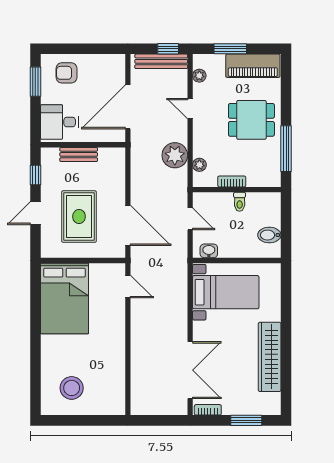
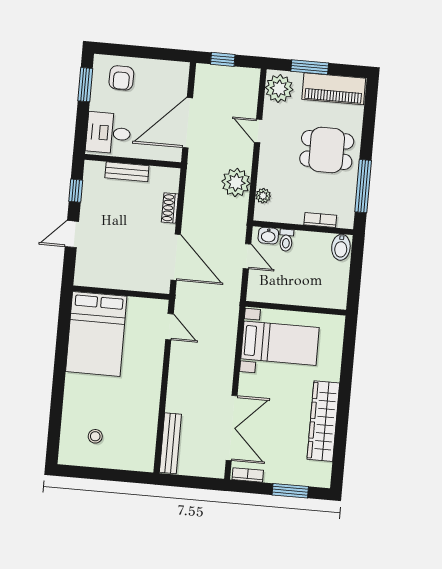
window: (168, 49) -> (223, 59), moved
bench: (161, 61) -> (170, 443), moved, turned 90
armchair: (67, 73) -> (121, 78), turned -90
plant: (199, 76) -> (279, 89), width x1.87, depth x1.87
bookcase: (232, 181) -> (320, 220), moved
shoe rack: (119, 183) -> (170, 208), added
toilet: (240, 202) -> (286, 240), moved
rug: (79, 217) -> (121, 242), removed
bidet: (269, 235) -> (341, 247), moved, turned -90
washbasin: (209, 251) -> (268, 236), moved, turned 180
stool: (72, 388) -> (95, 436), width x0.53, depth x0.53

